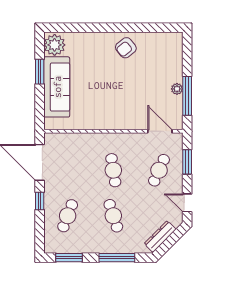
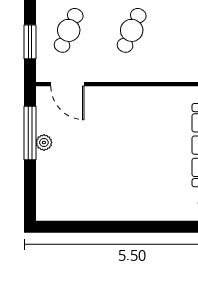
armchair: (126, 48) -> (114, 199), removed
cafe table: (113, 170) -> (132, 30), turned 33

